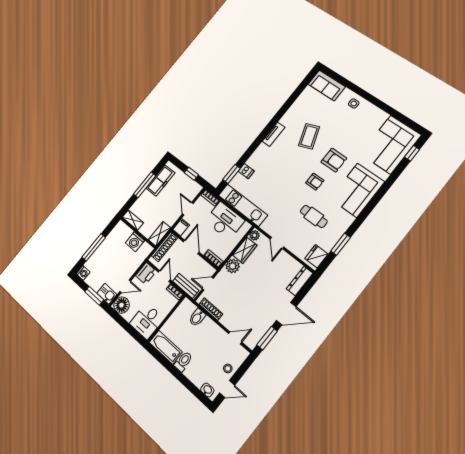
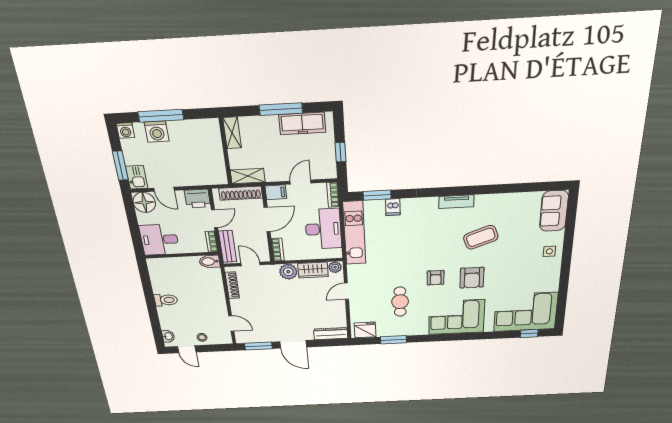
washing machine: (135, 242) -> (157, 132), moved, turned -90
bidet: (197, 317) -> (209, 262), moved
bathtub: (166, 347) -> (159, 276), removed

